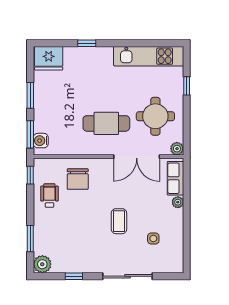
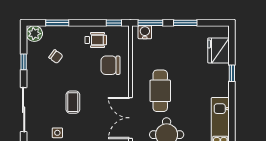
fridge: (49, 58) -> (218, 51), moved
coffee table: (119, 221) -> (73, 102), turned 90
chair: (68, 240) -> (56, 57), added

